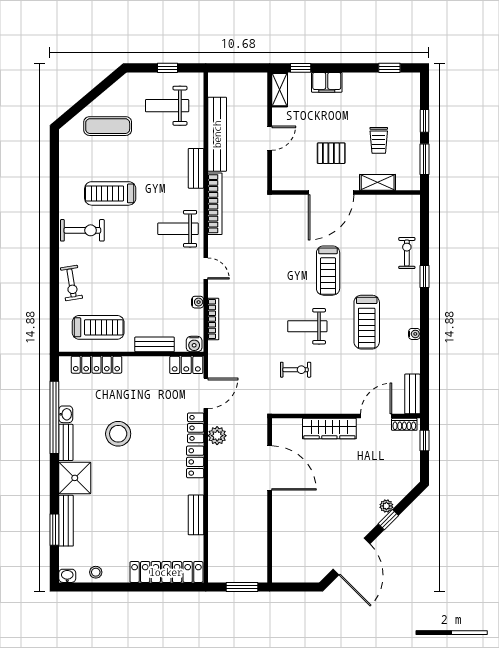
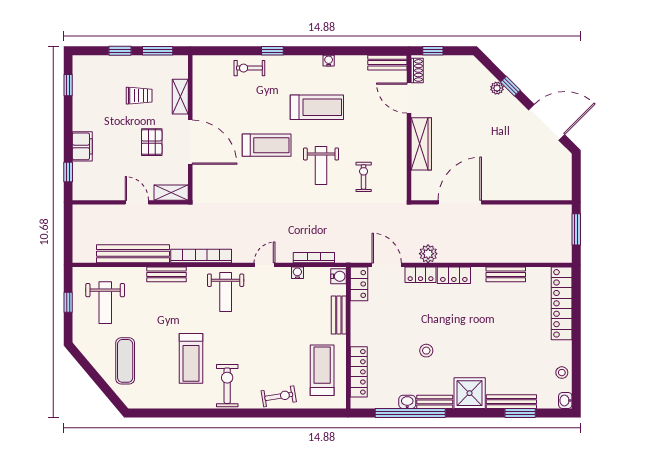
shelving: (280, 90) -> (171, 193), moved
stool: (118, 434) -> (426, 351), width x0.53, depth x0.53

